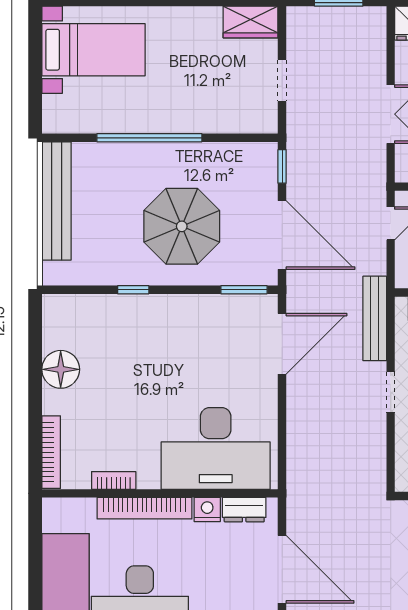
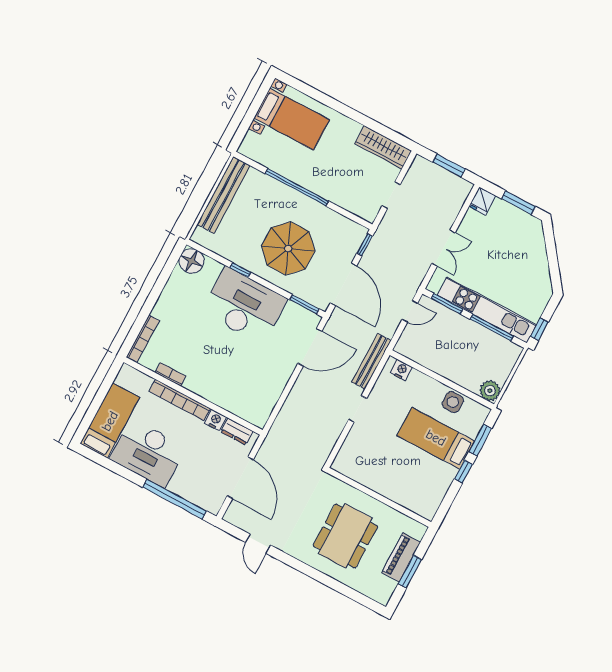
wardrobe: (251, 22) -> (383, 147), width x1.50
floor lamp: (61, 369) -> (191, 261), moved
desk: (216, 448) -> (244, 305), moved, turned 180

